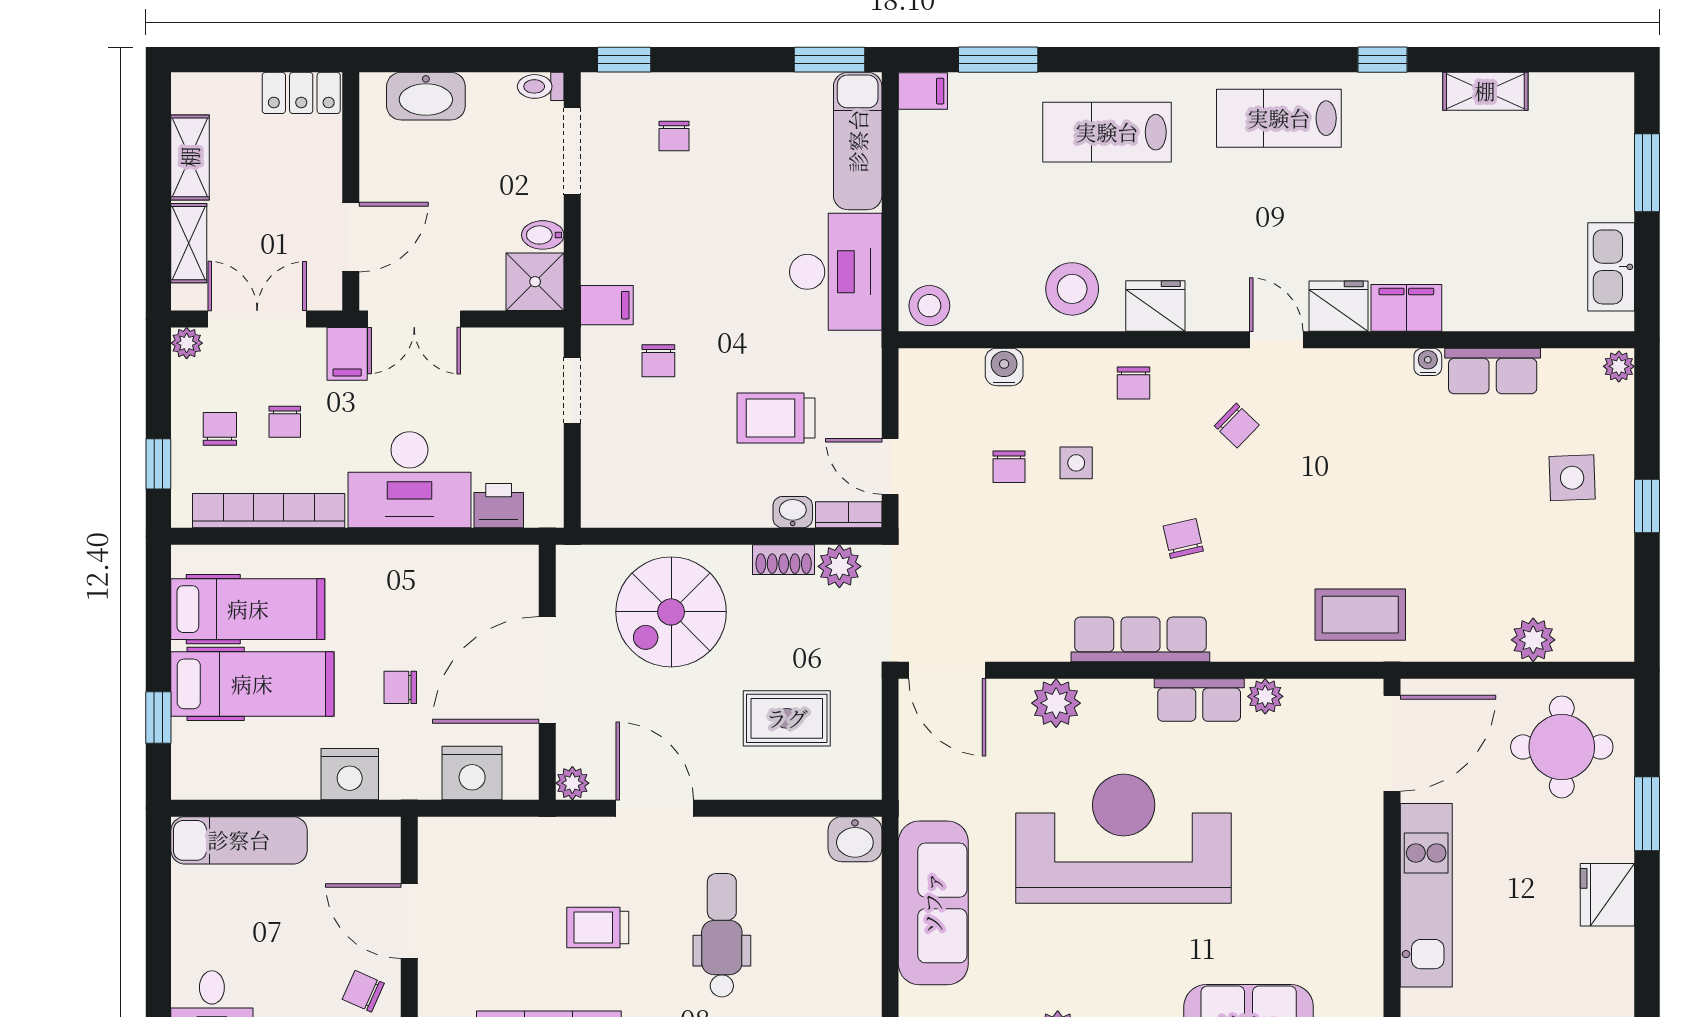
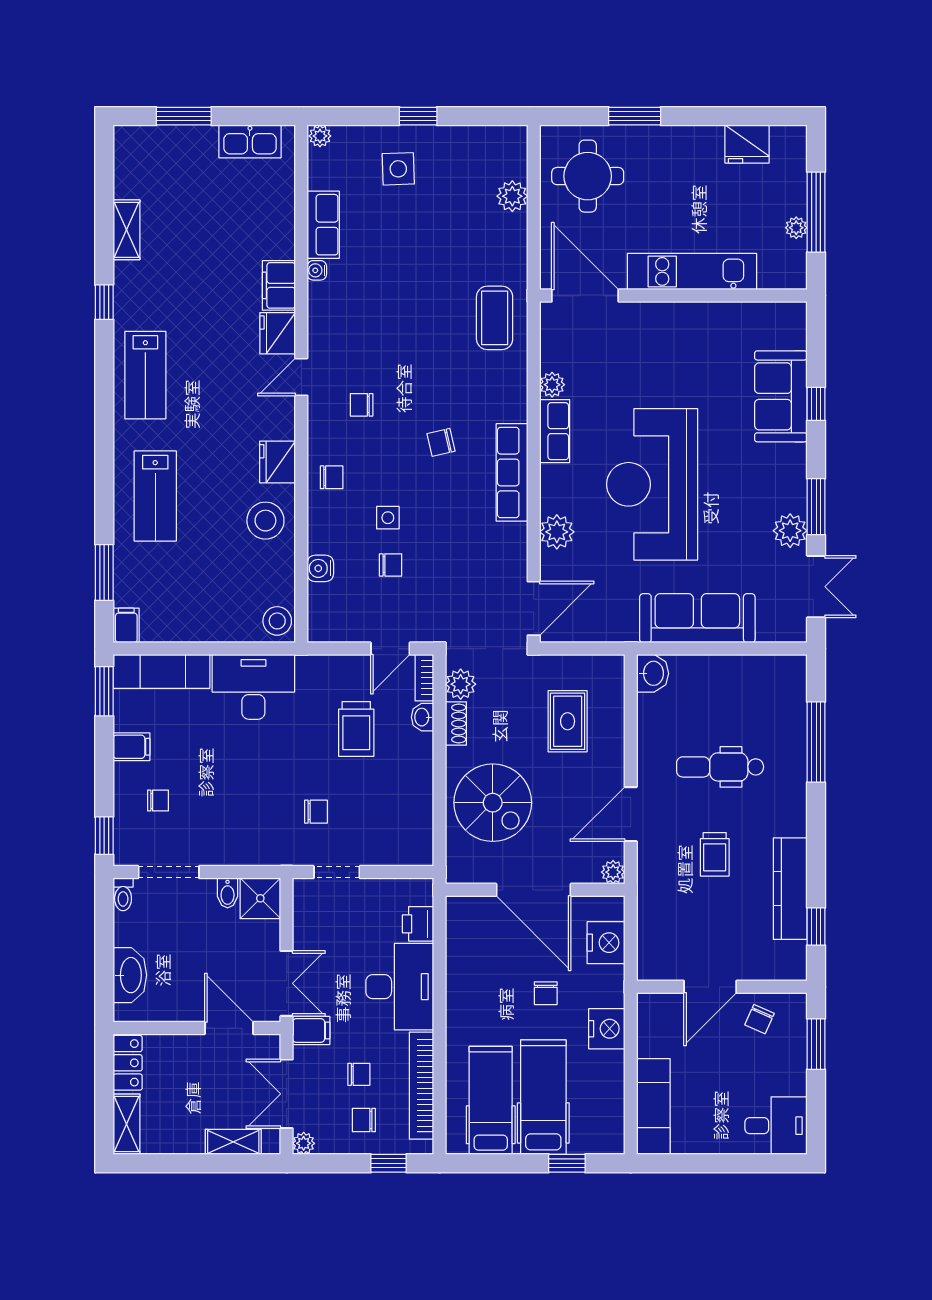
shelving: (190, 157) -> (126, 1124), moved, turned 90
filing cabinet: (607, 305) -> (131, 747), moved, turned 90
chair: (1237, 426) -> (362, 405), turned -134
fridge: (1607, 895) -> (747, 144), moved

